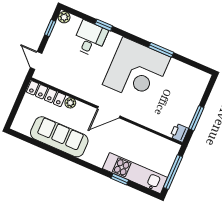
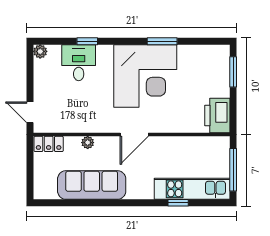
window: (50, 28) -> (30, 70), removed
locker: (46, 94) -> (49, 144), width x0.66
window: (196, 118) -> (233, 72), moved
printer: (179, 133) -> (217, 115), width x1.87, depth x1.48

